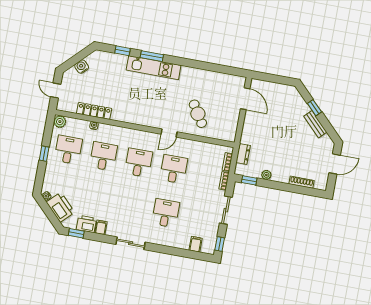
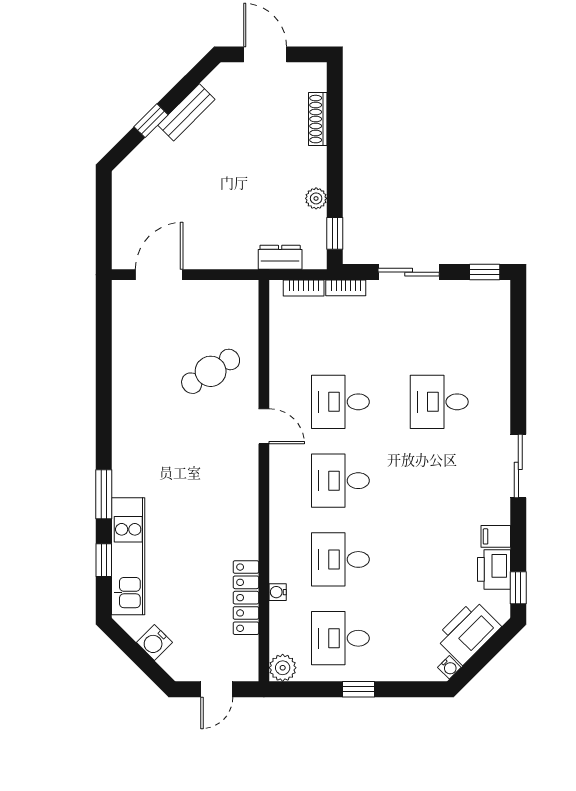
kitchen unit: (154, 68) -> (128, 556), moved
filing cabinet: (196, 244) -> (495, 324), removed

